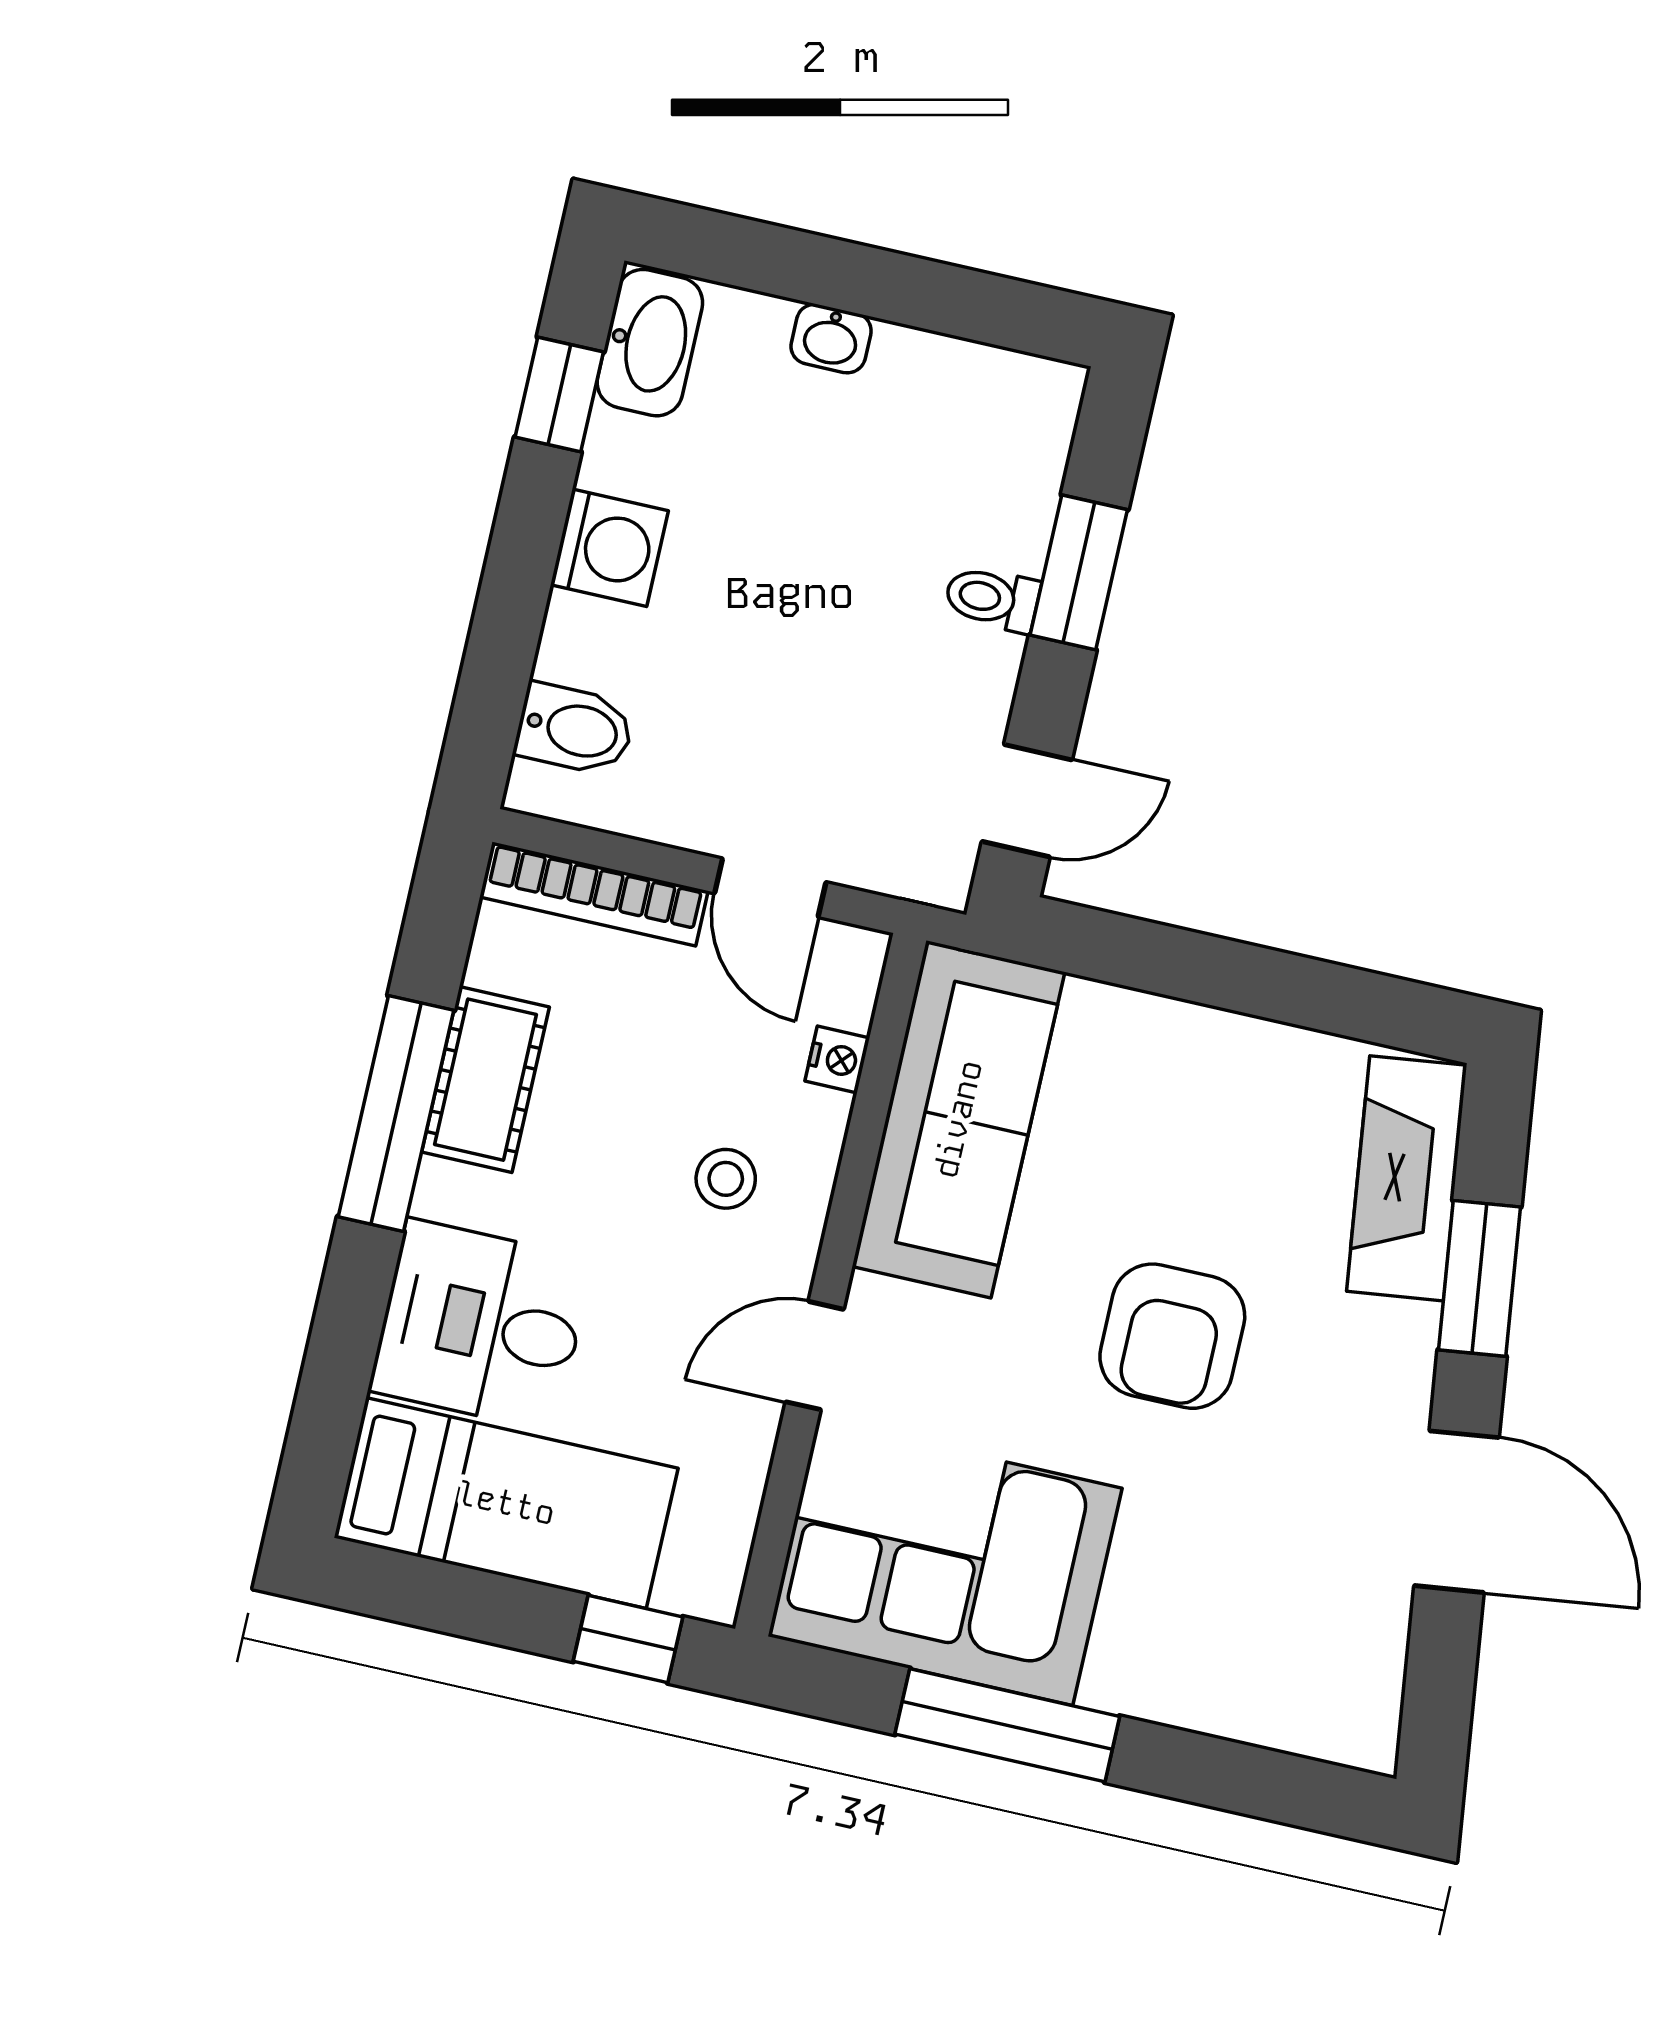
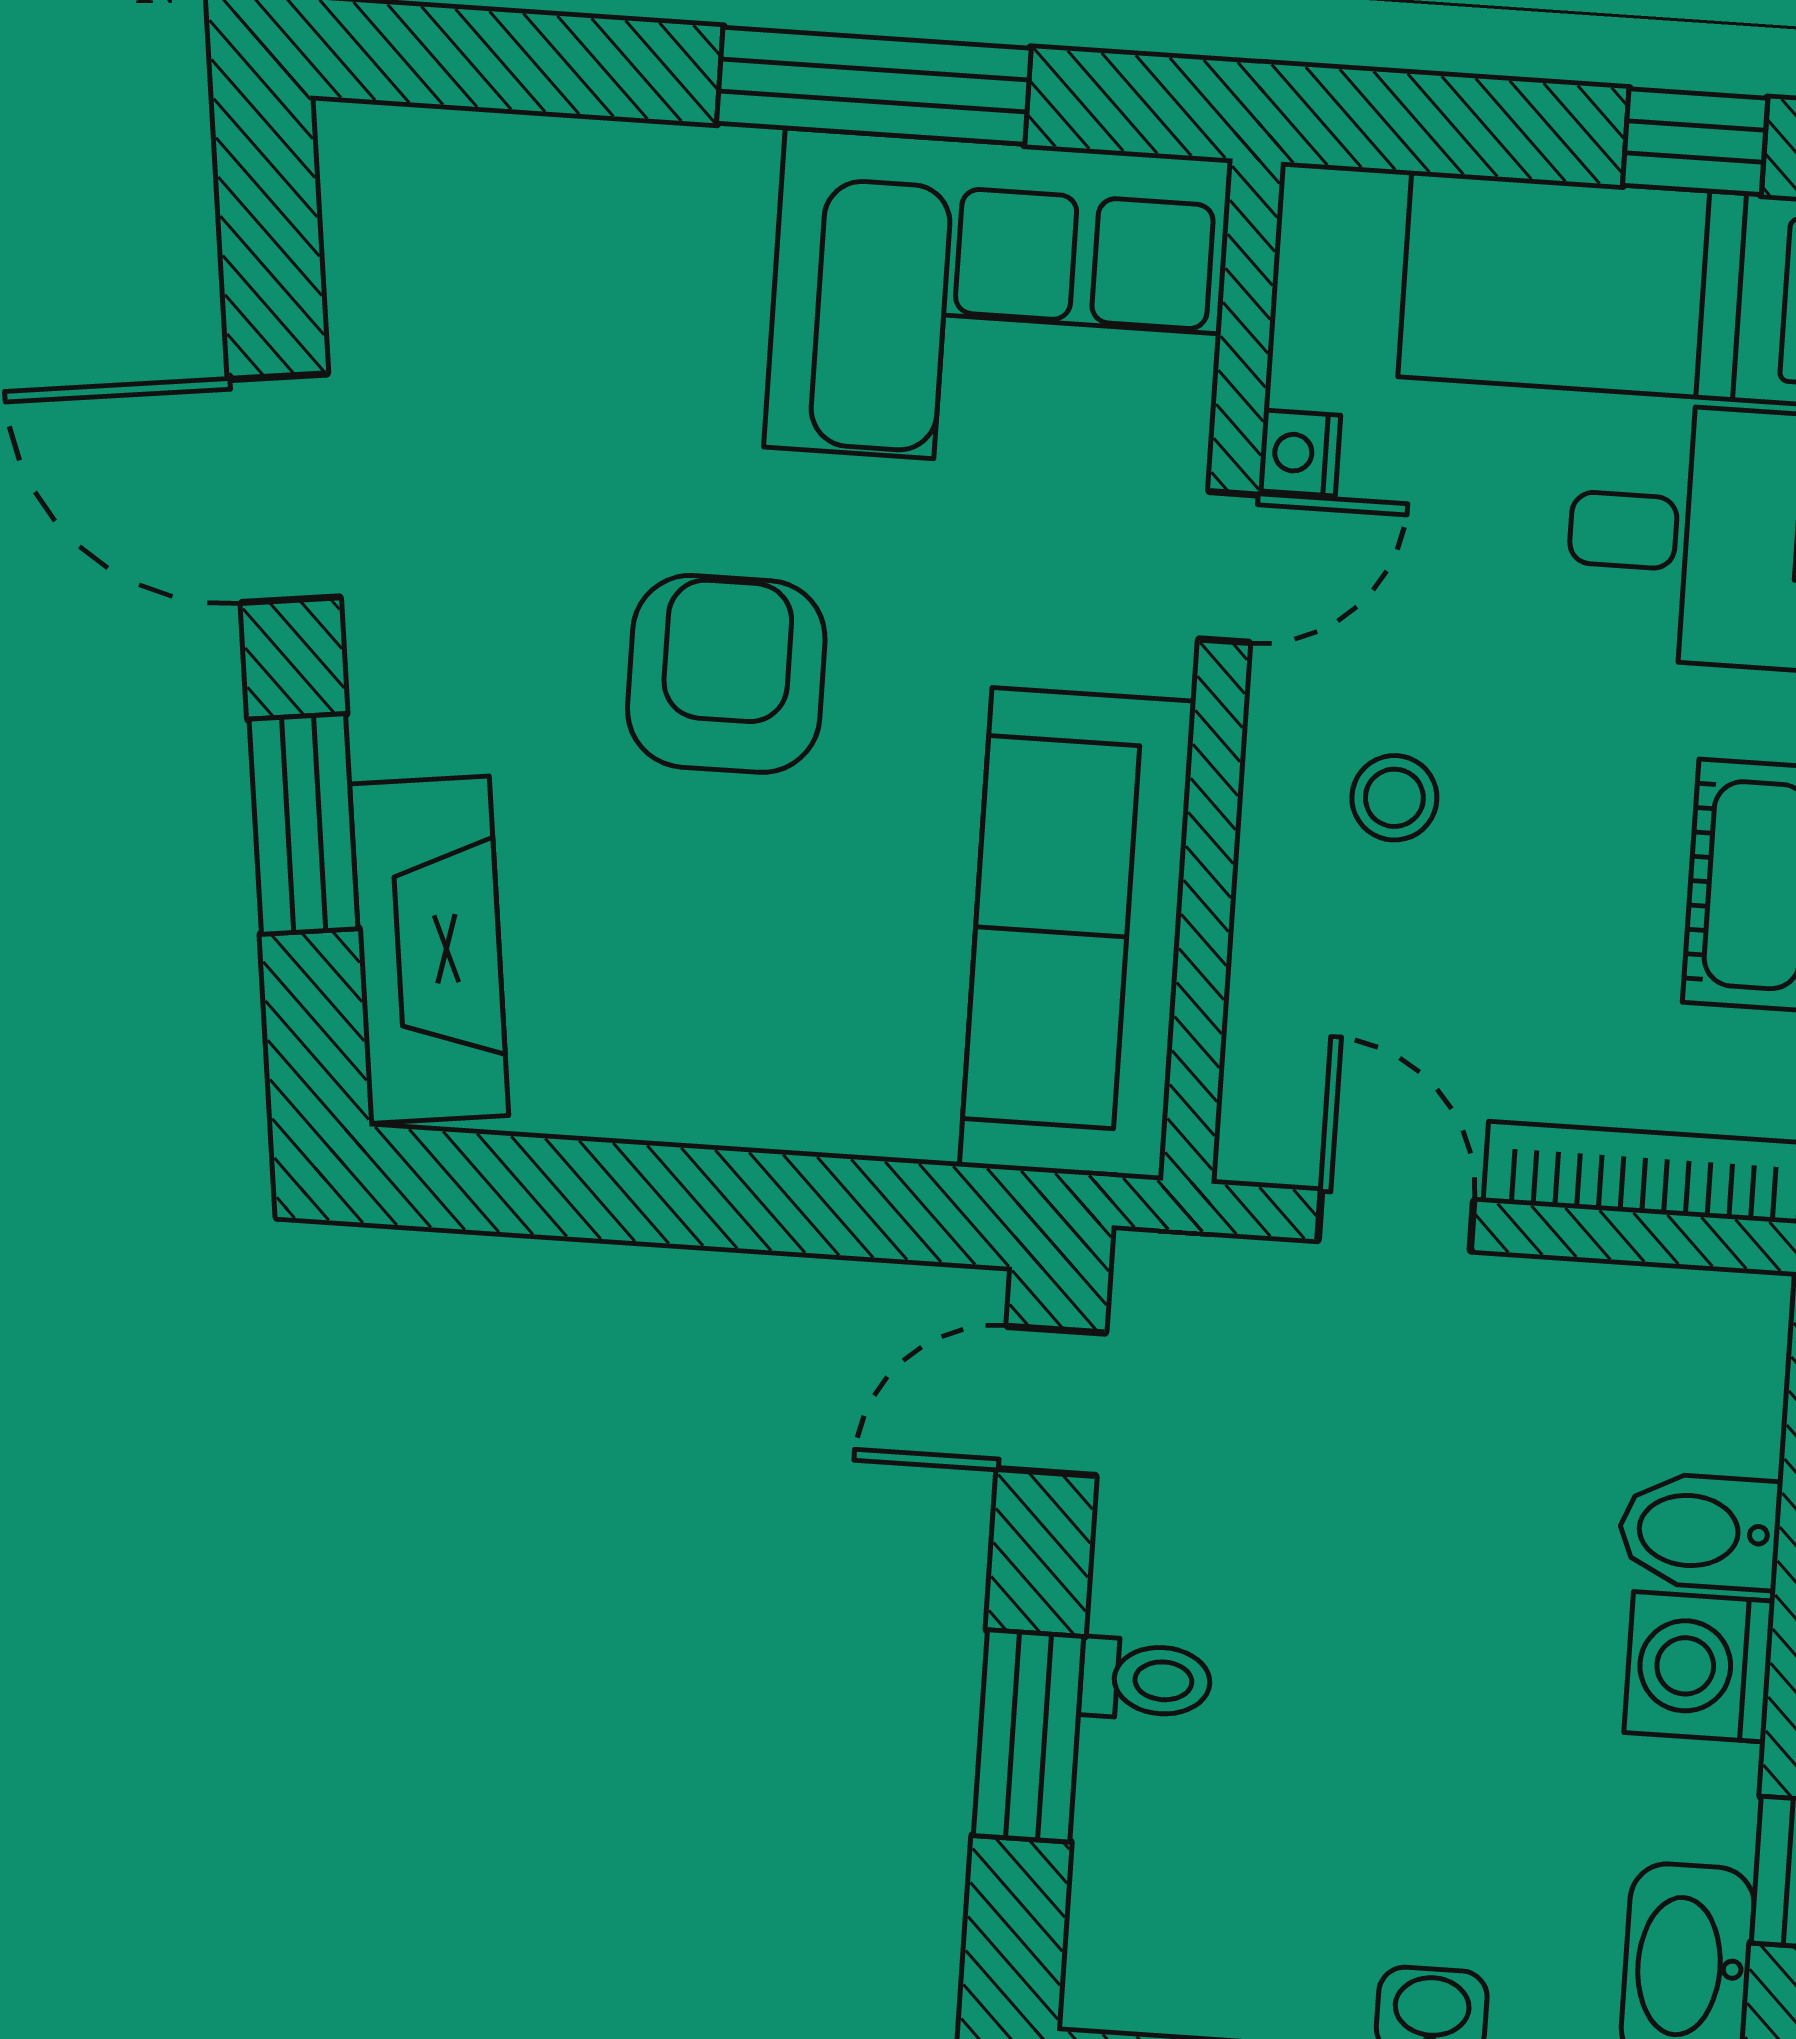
bidet: (575, 729) -> (1700, 1531), moved
nightstand: (837, 1060) -> (1299, 453), moved
window: (628, 1639) -> (1695, 142), moved

